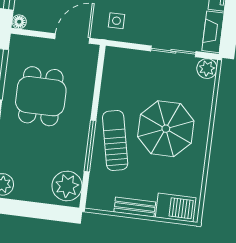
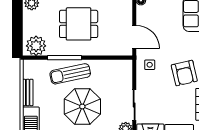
dining table: (41, 96) -> (79, 24), moved
sun lounger: (115, 141) -> (70, 74), turned 180

